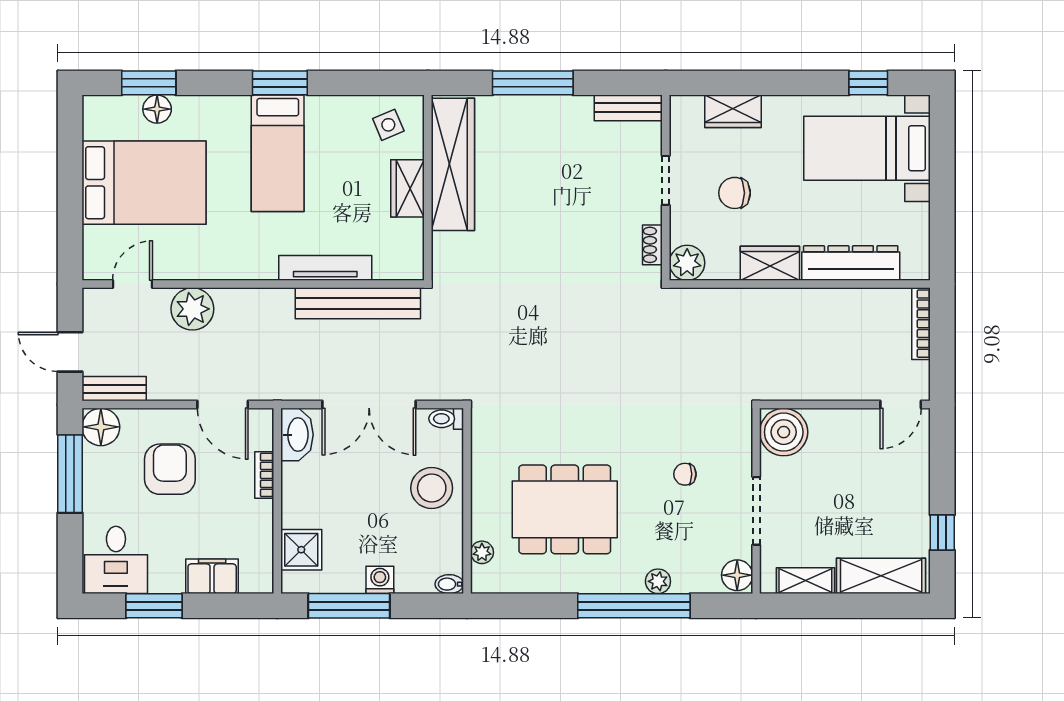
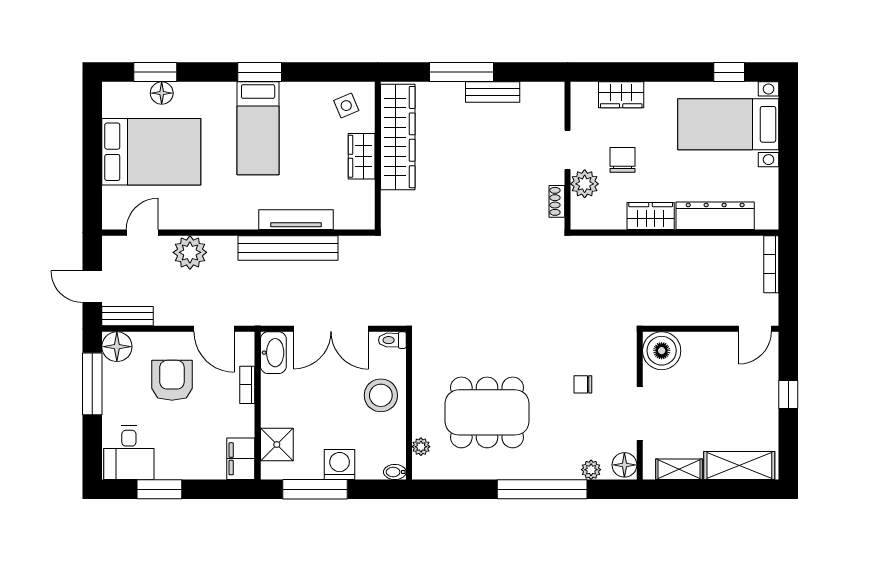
bench: (628, 108) -> (493, 92), moved
chair: (735, 193) -> (623, 160), turned 90
plant: (687, 263) -> (585, 184), moved
bench: (358, 303) -> (288, 248), moved
window: (942, 532) -> (788, 395), moved
filing cabinet: (212, 576) -> (241, 459), moved, turned -90
washing machine: (380, 580) -> (340, 464), width x1.38, depth x1.38
plant: (658, 581) -> (591, 470), moved

